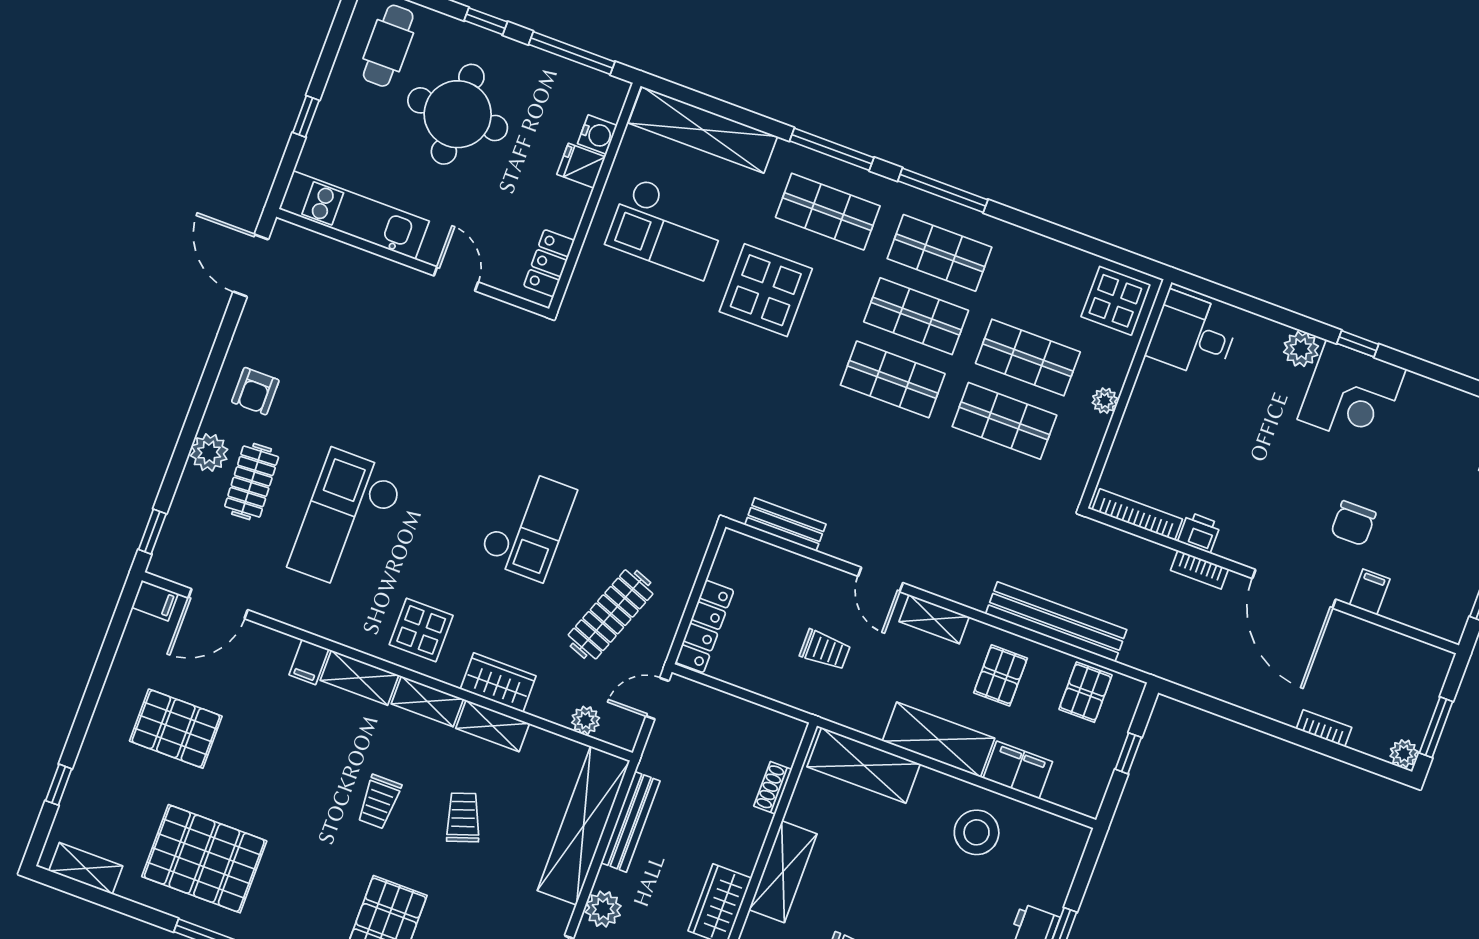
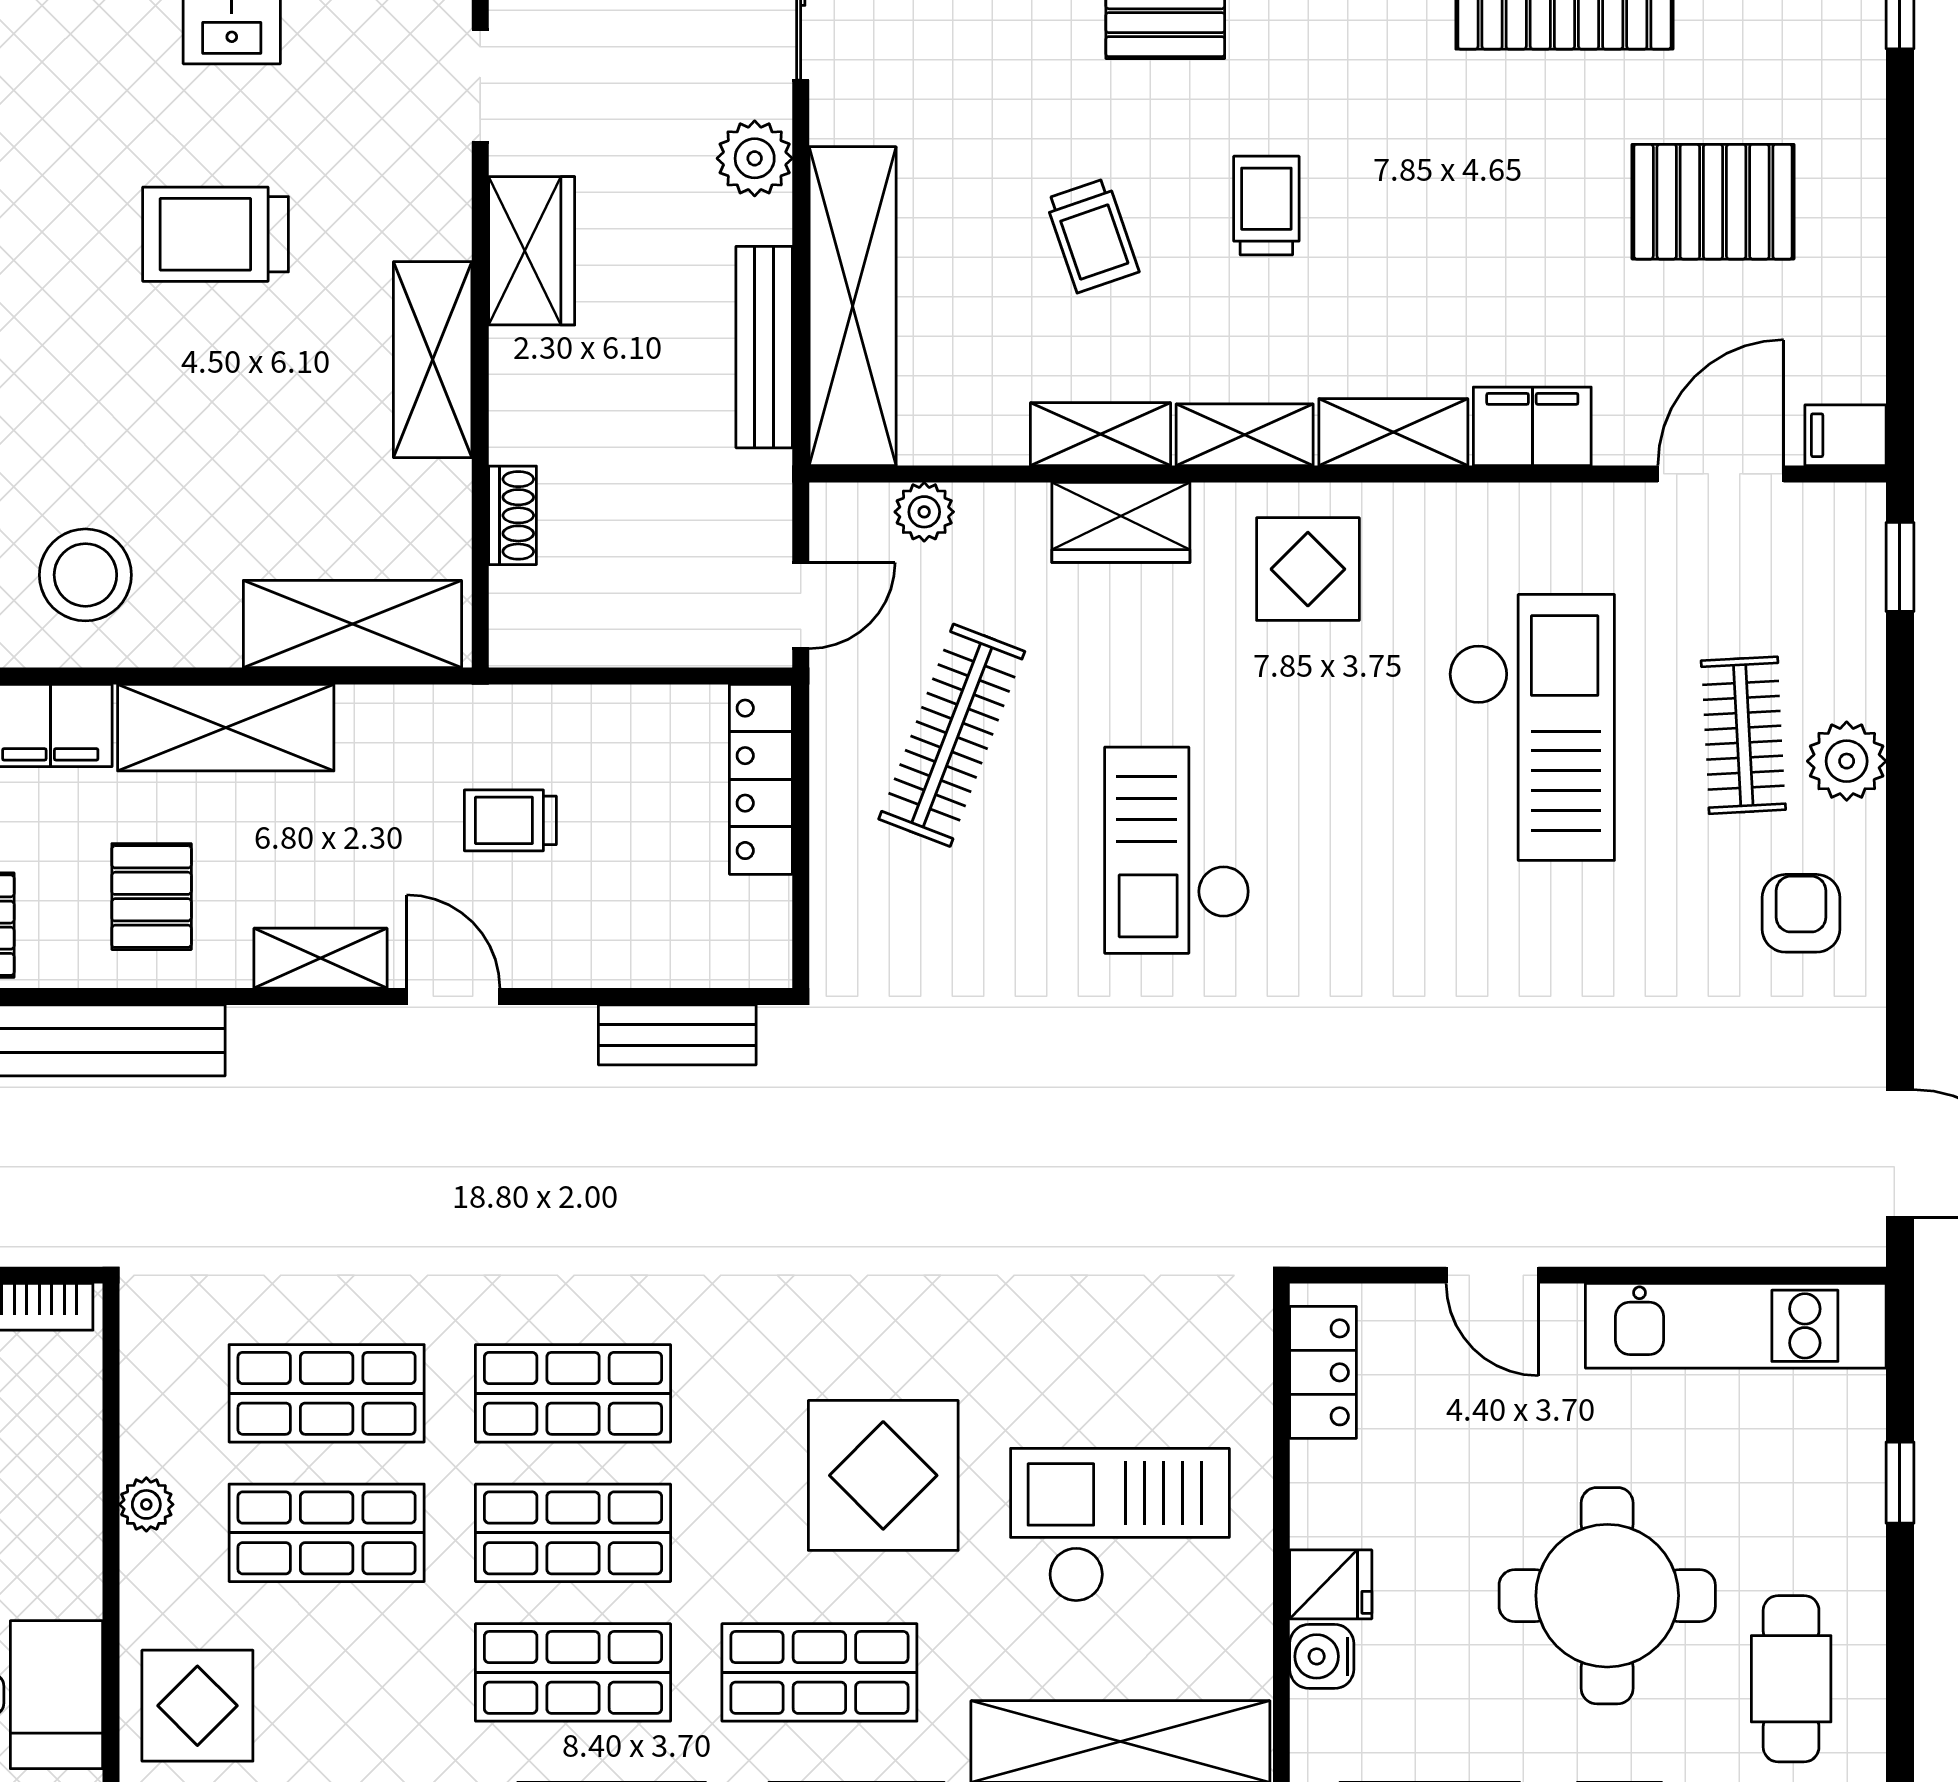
filing cabinet: (309, 662) -> (1532, 426), width x2.00

